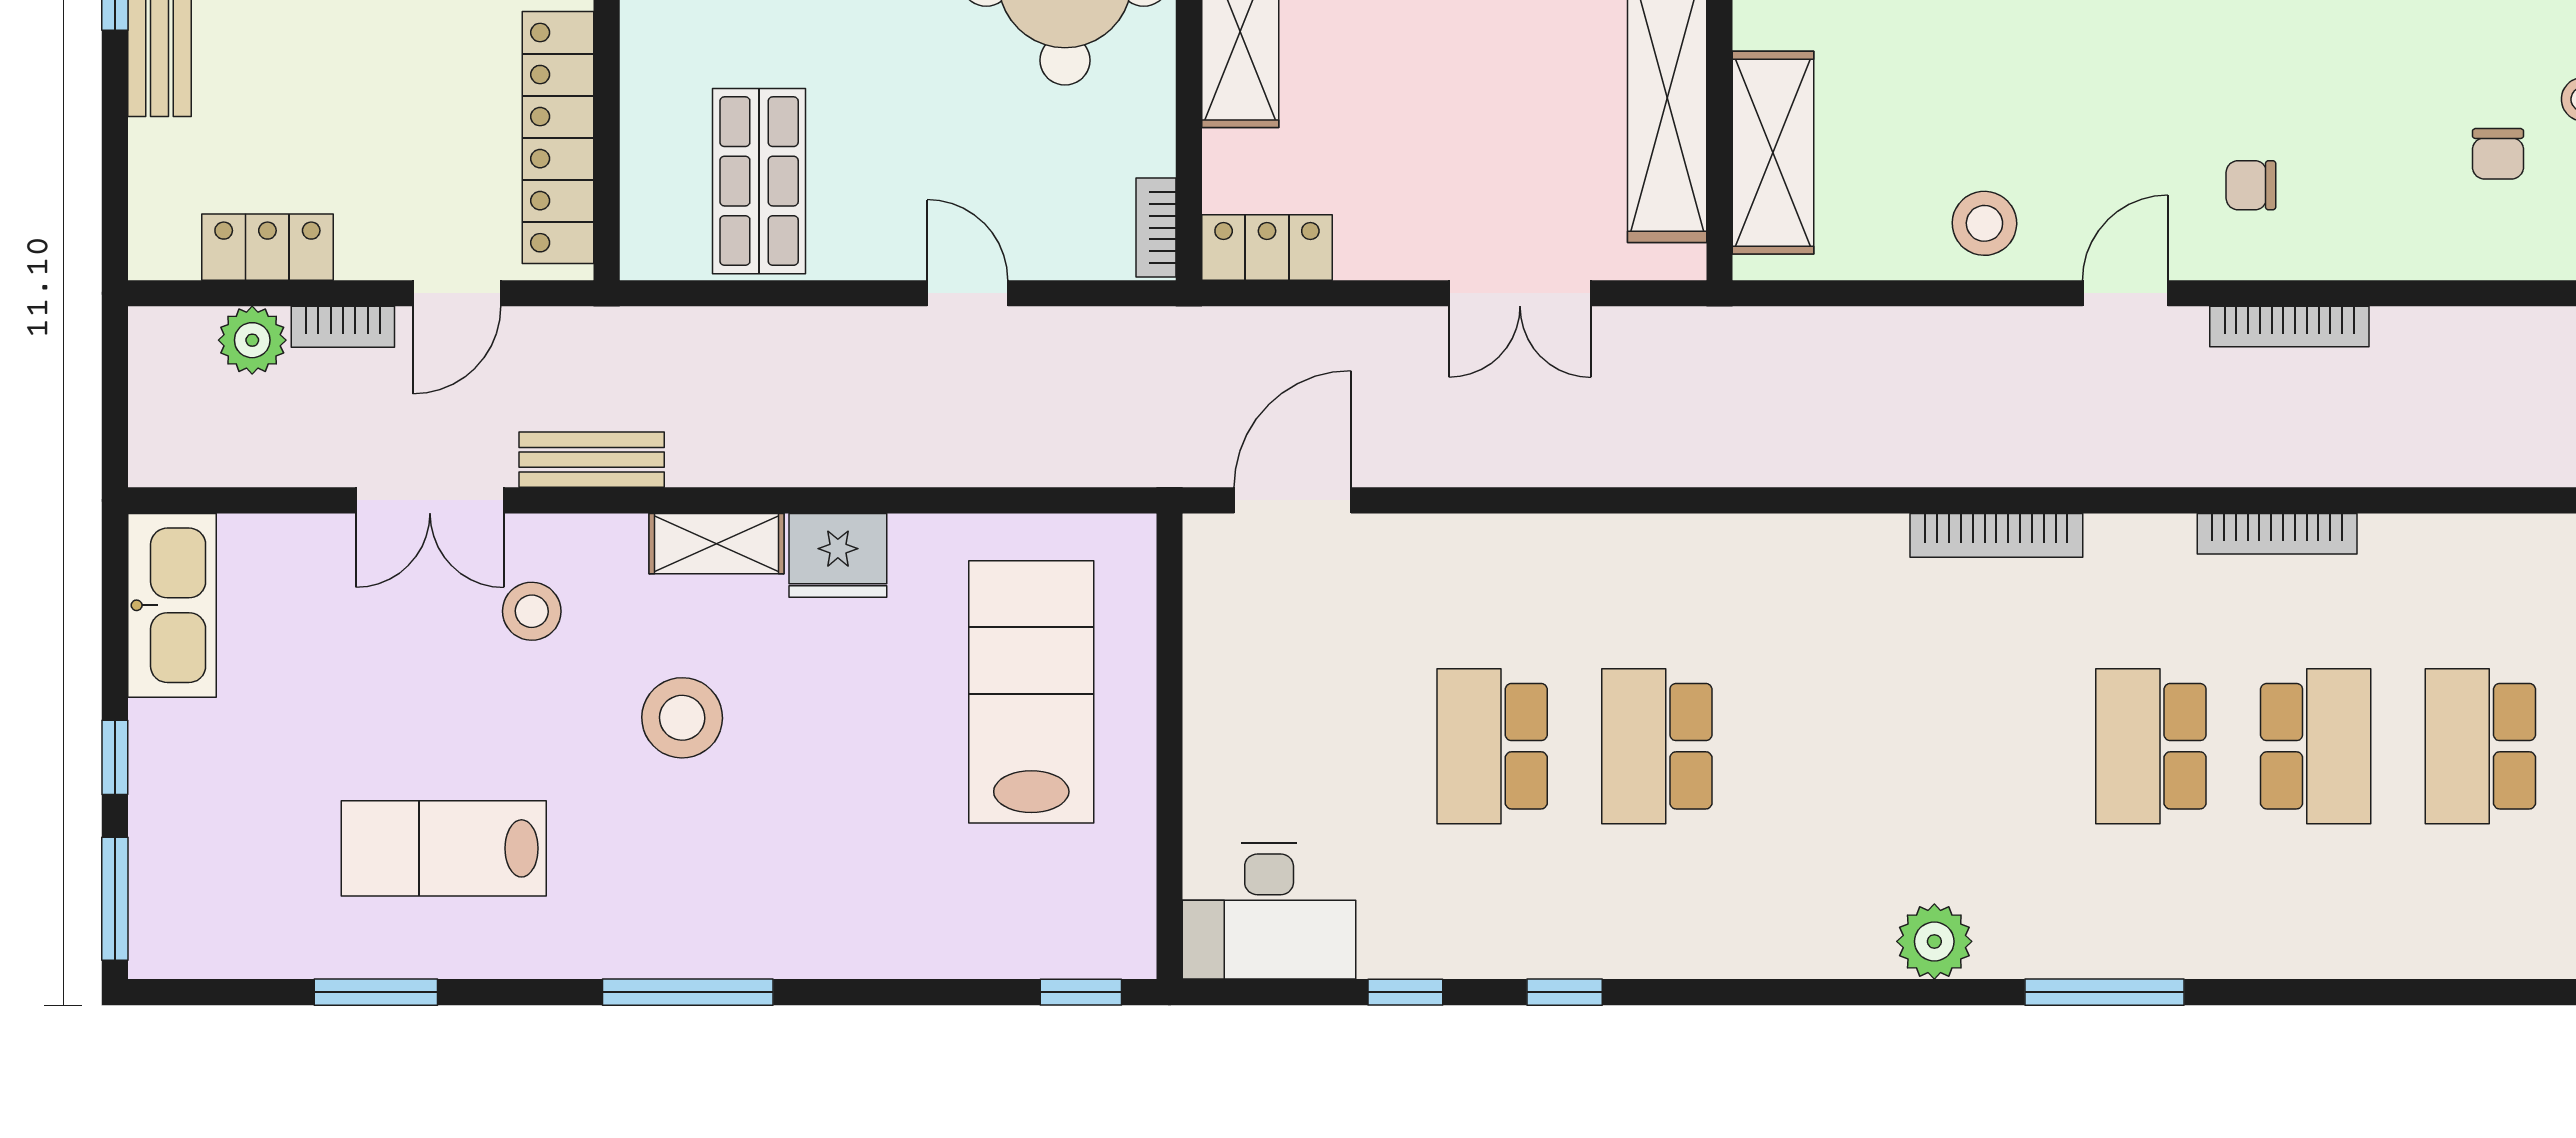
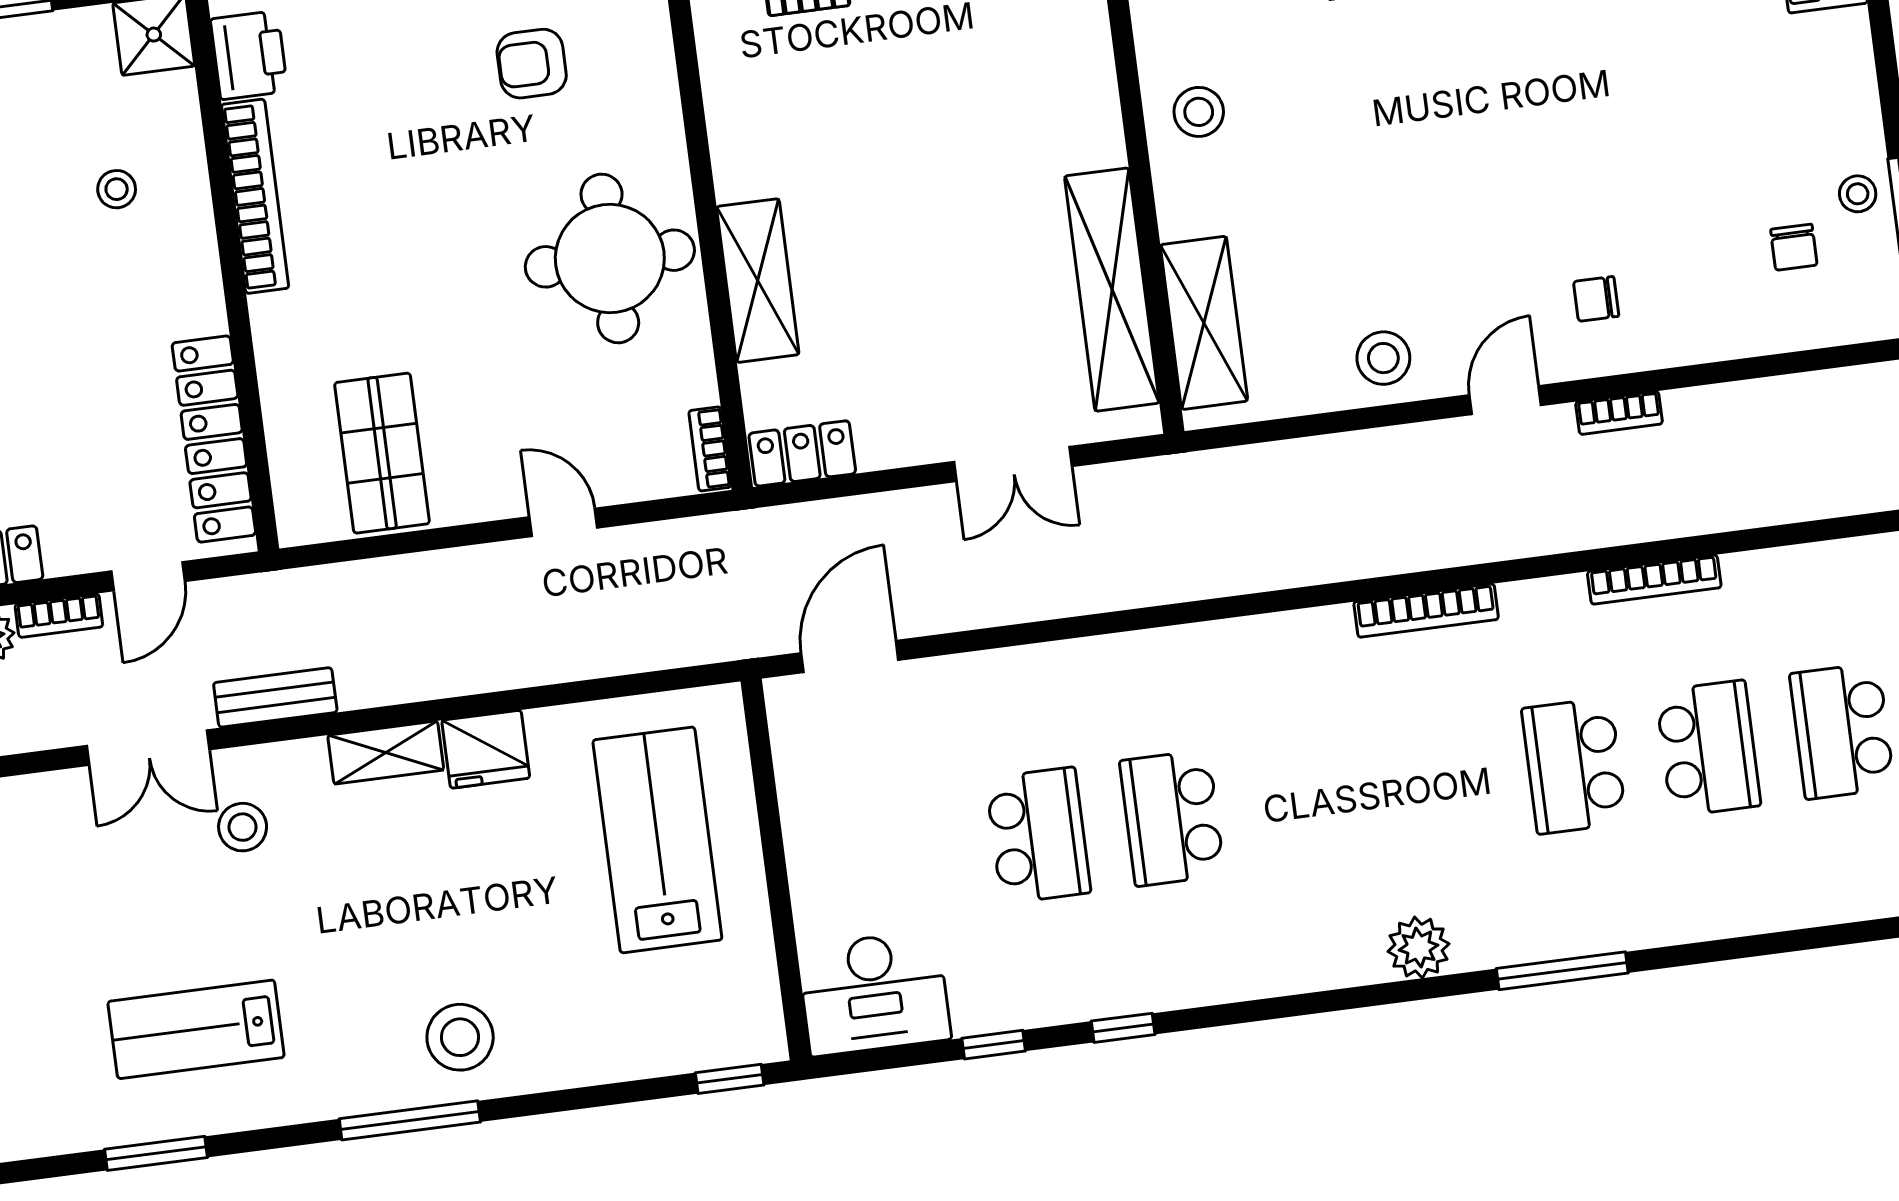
bookcase: (2289, 327) -> (1619, 413), width x0.64
stool: (682, 718) -> (460, 1037), moved
school desk: (1492, 746) -> (1038, 835), turned 180

